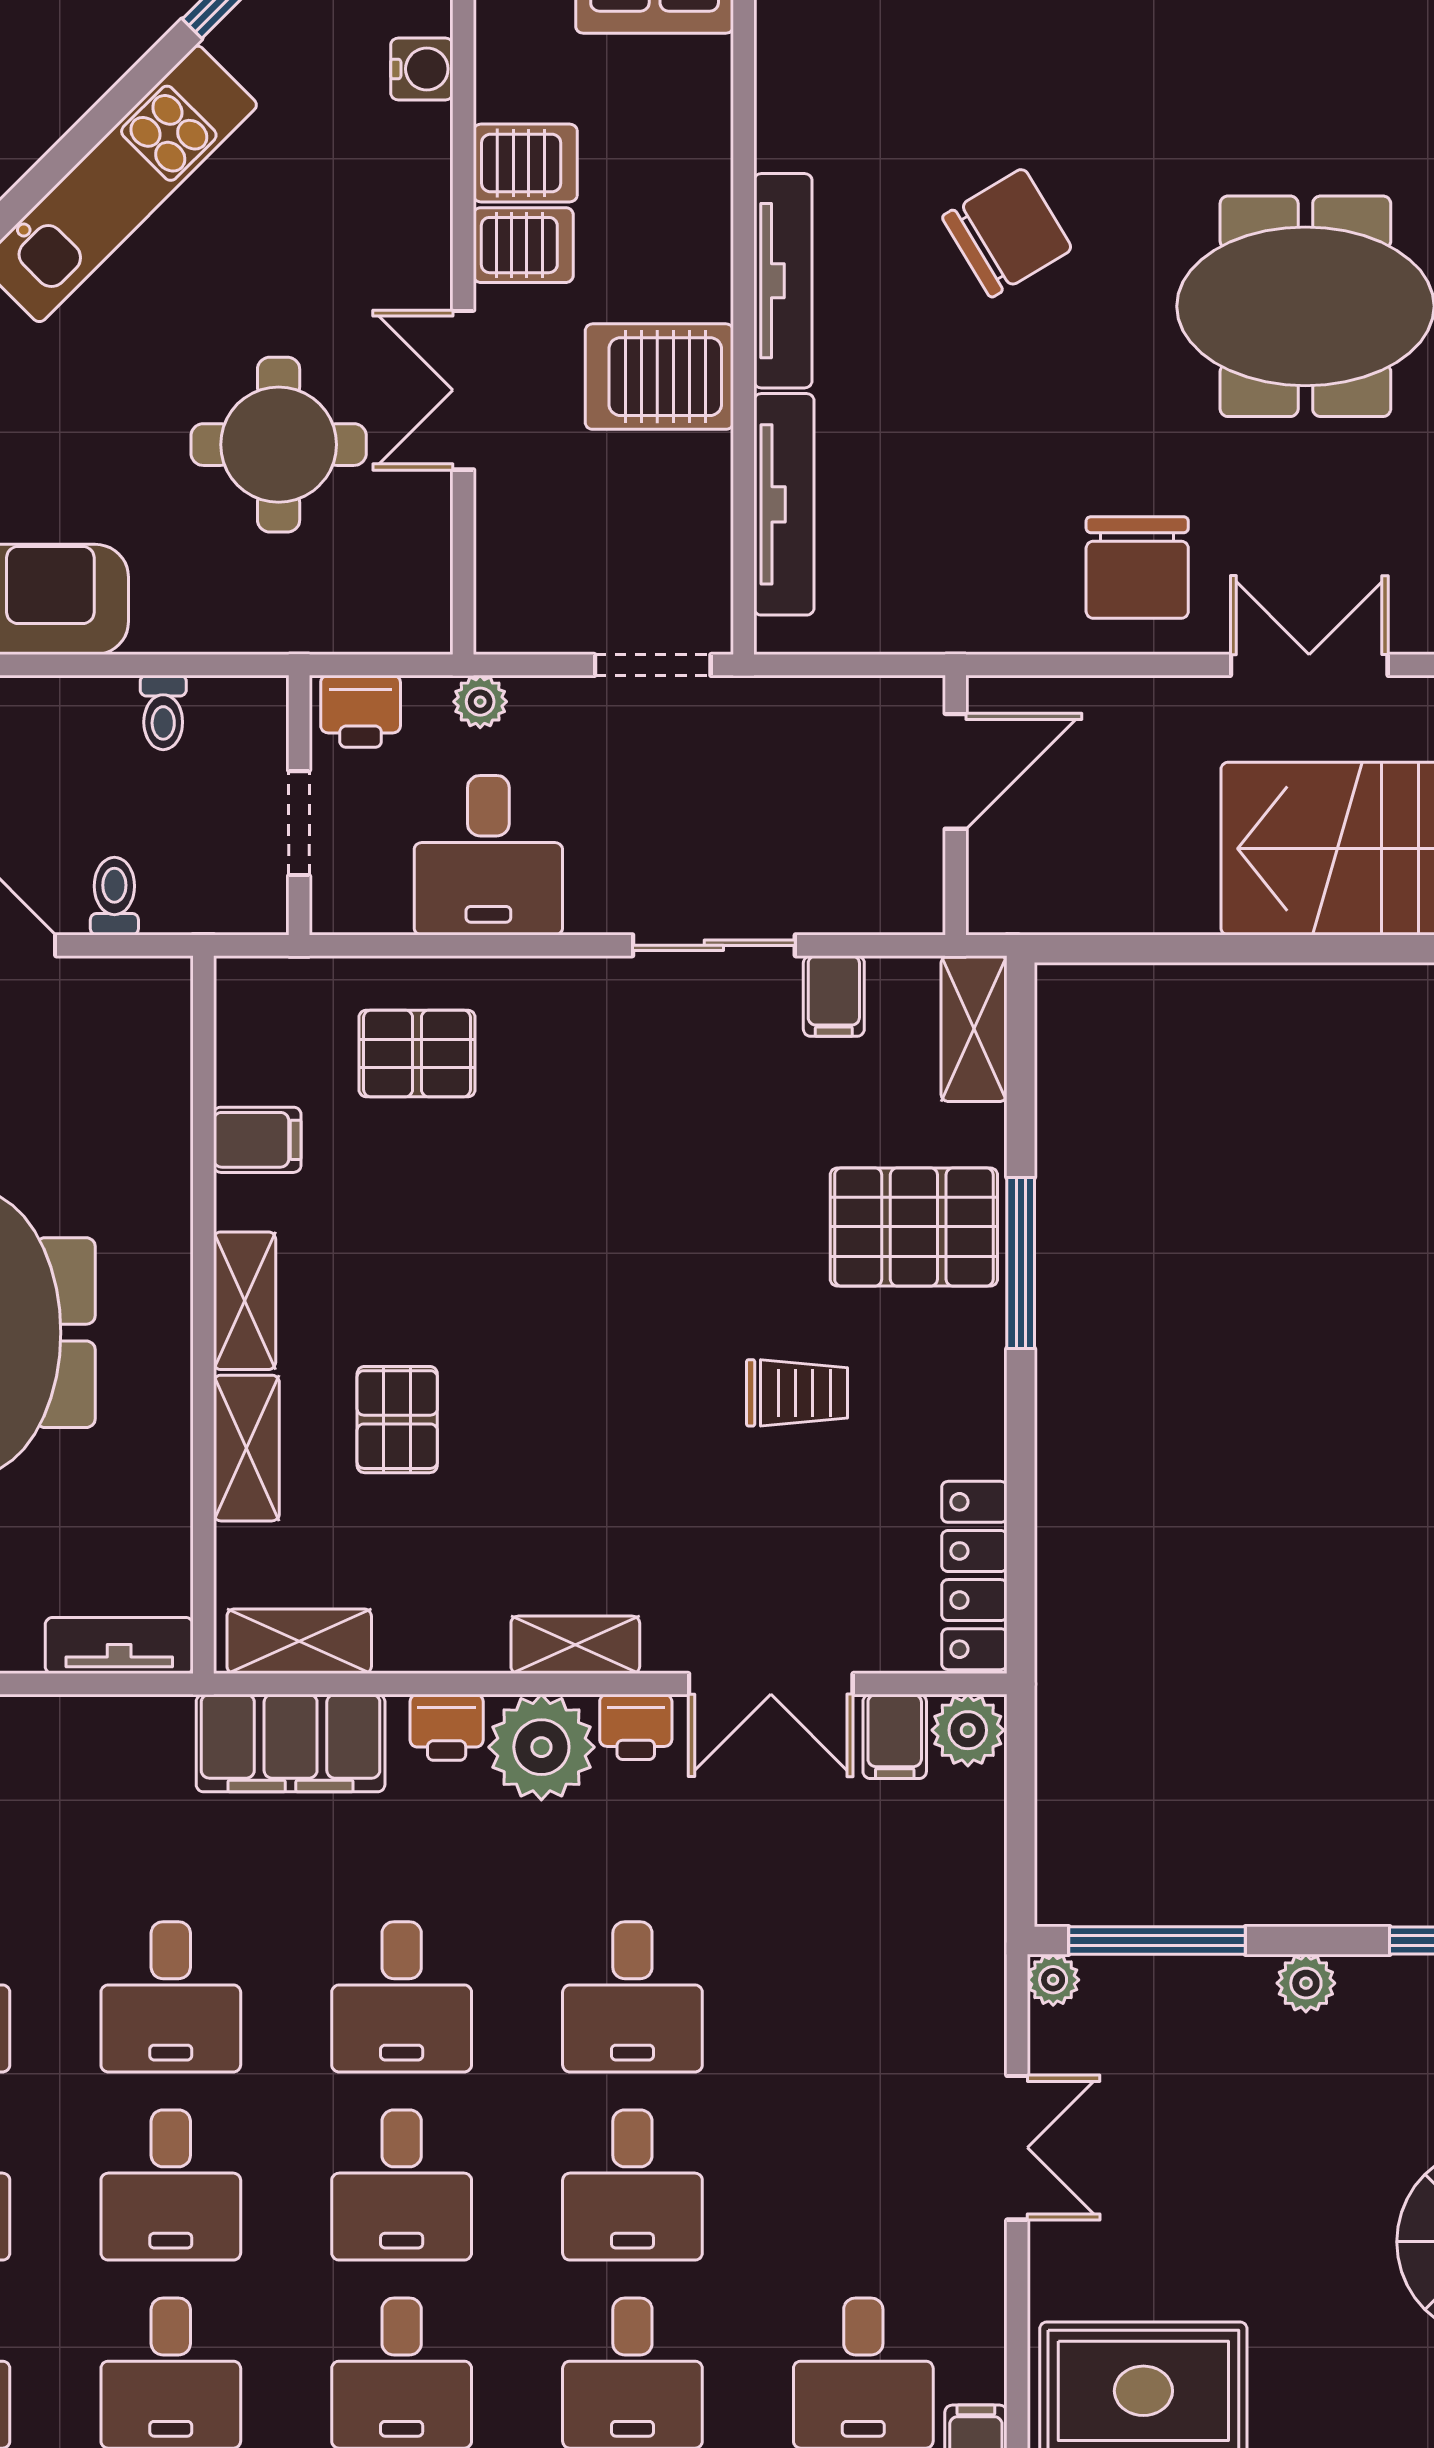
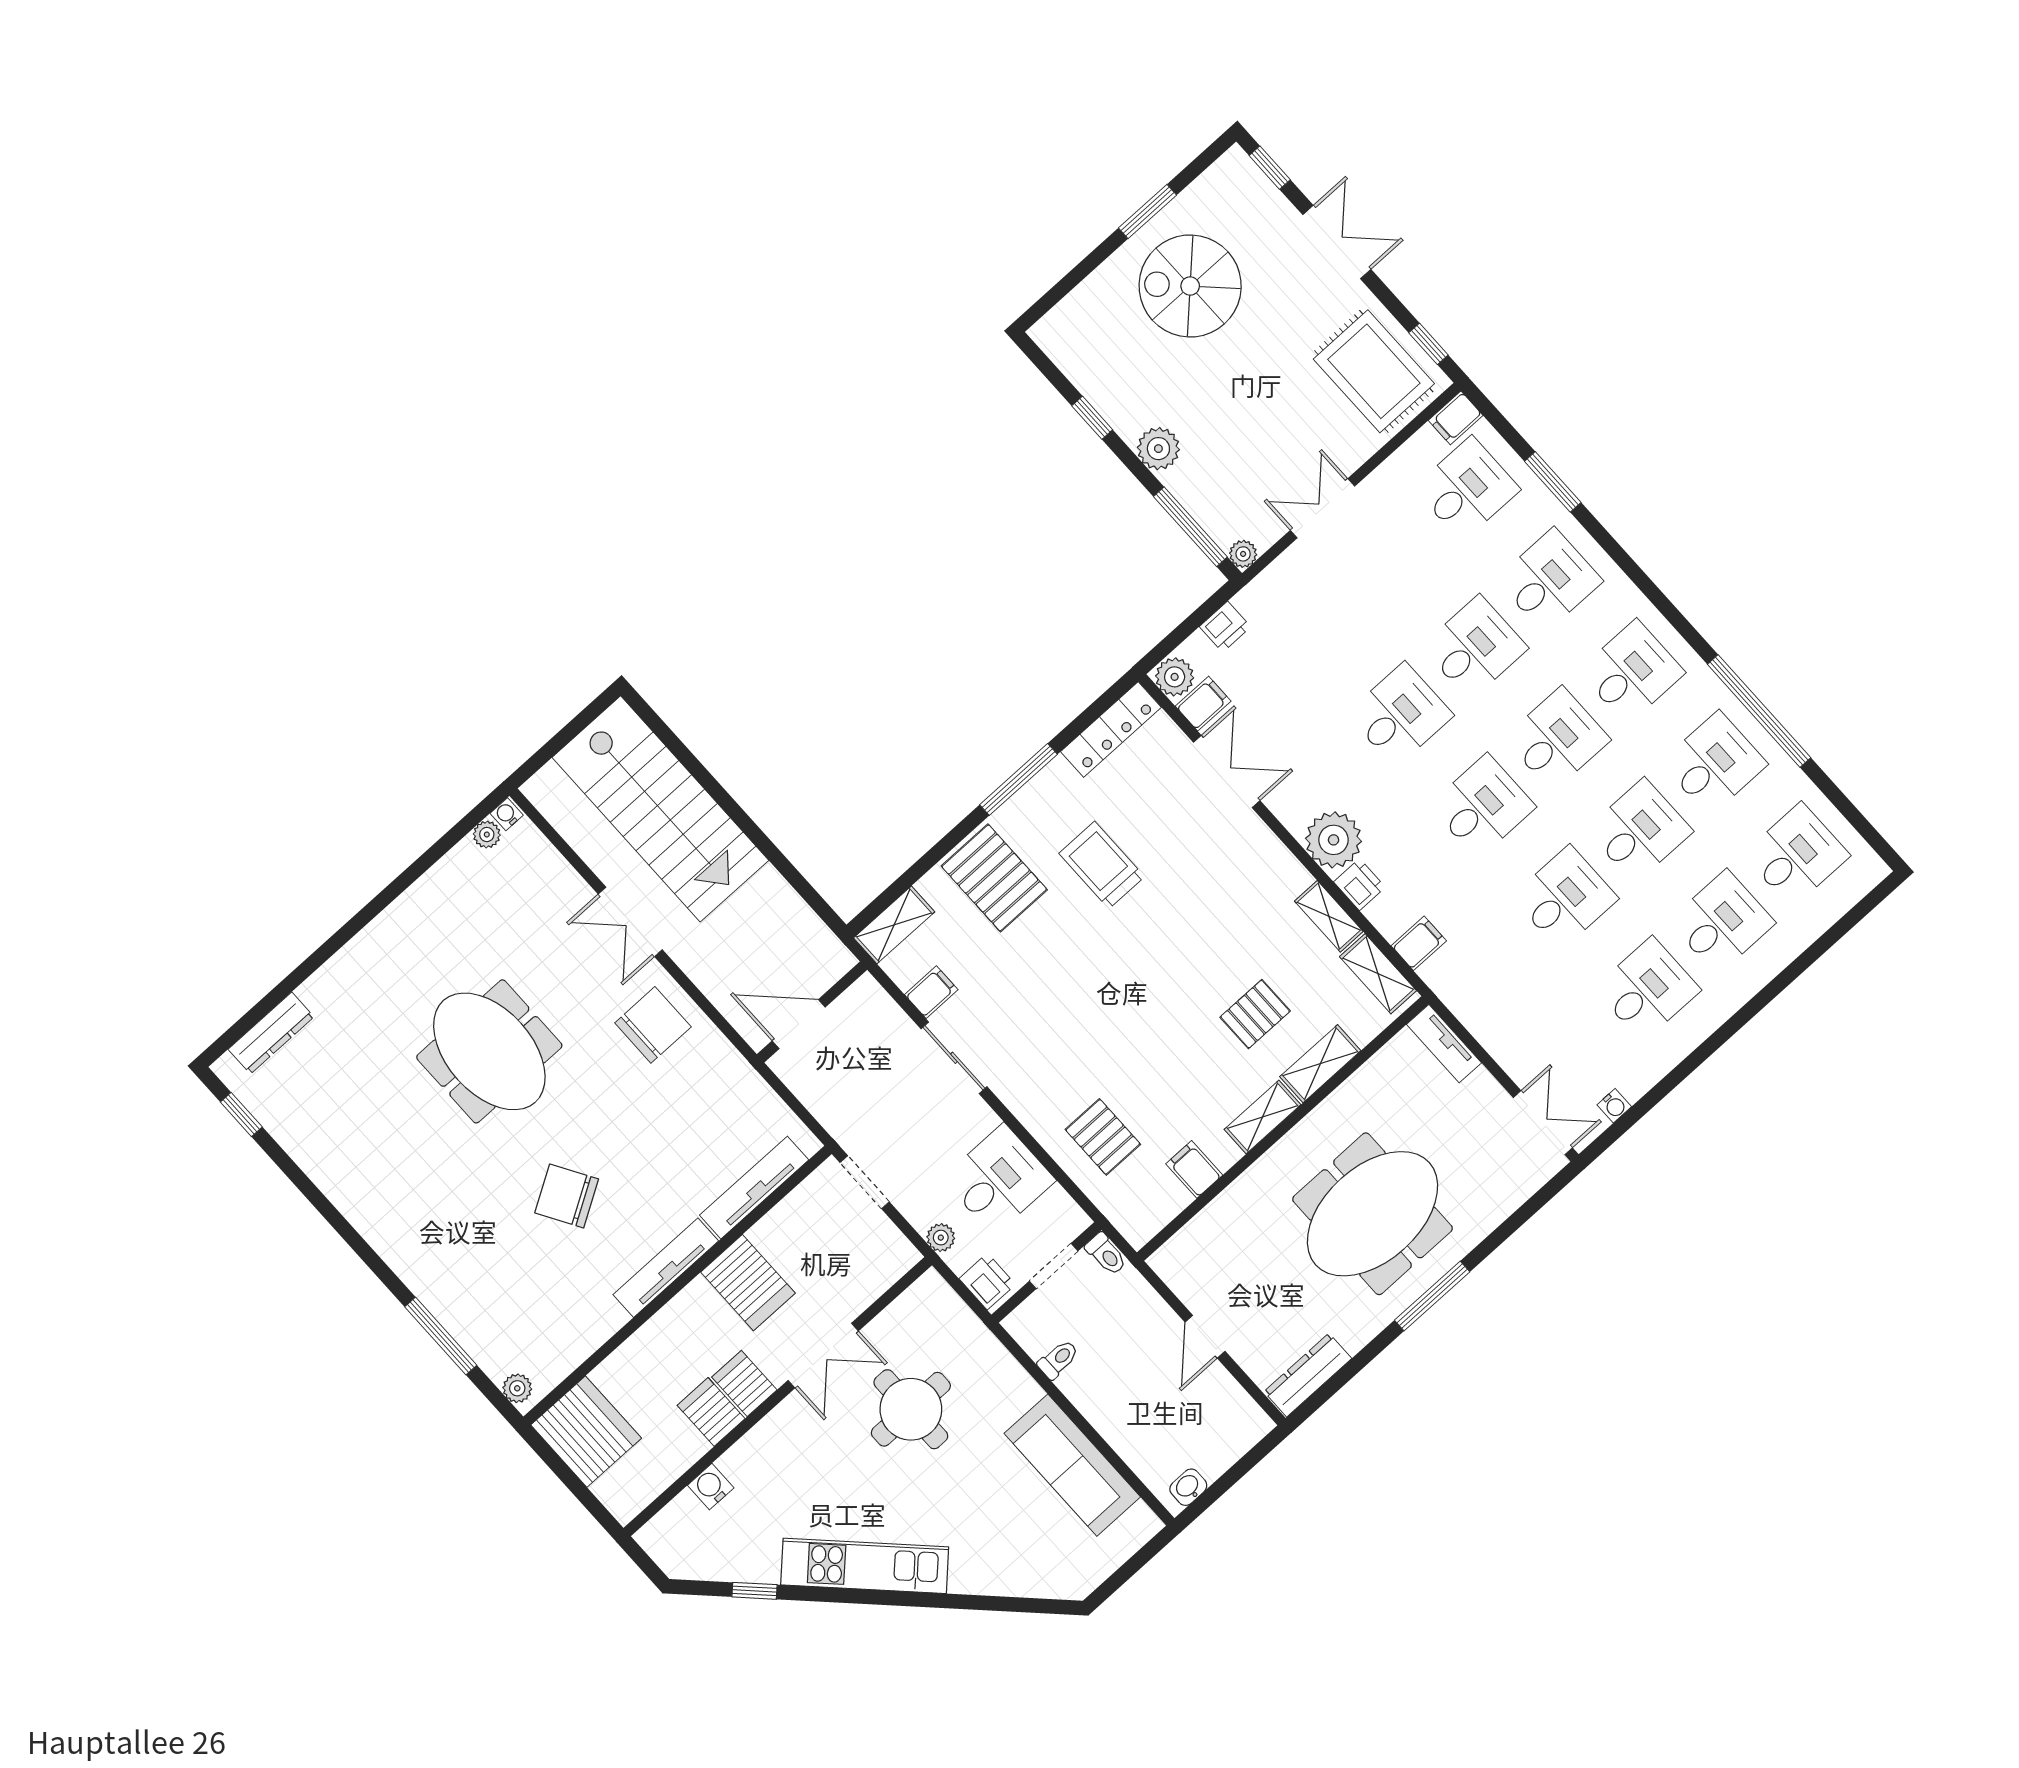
toilet: (114, 896) -> (1106, 1254), moved, turned -90
window: (1021, 1263) -> (1019, 779), moved
trolley: (797, 1393) -> (1102, 865), width x1.36, depth x1.39
shelving: (575, 1645) -> (1329, 916), moved
printer: (636, 1727) -> (1225, 627), moved, turned 90
filing cabinet: (291, 1743) -> (1419, 943), width x0.33, depth x0.86
plant: (1306, 1983) -> (1158, 449), width x1.38, depth x1.38

